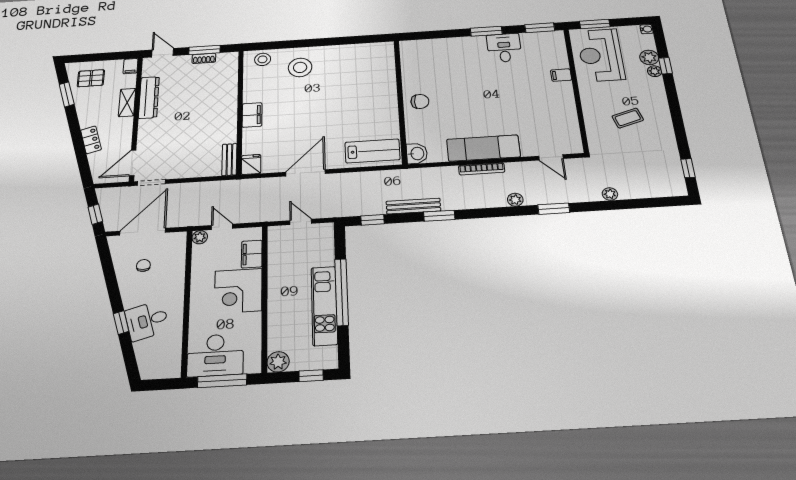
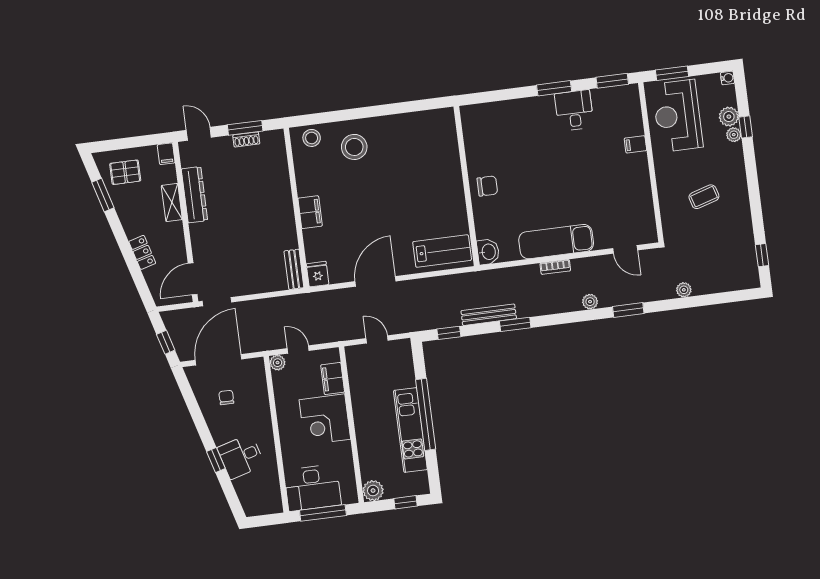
bookcase: (482, 169) -> (555, 267), width x0.64

